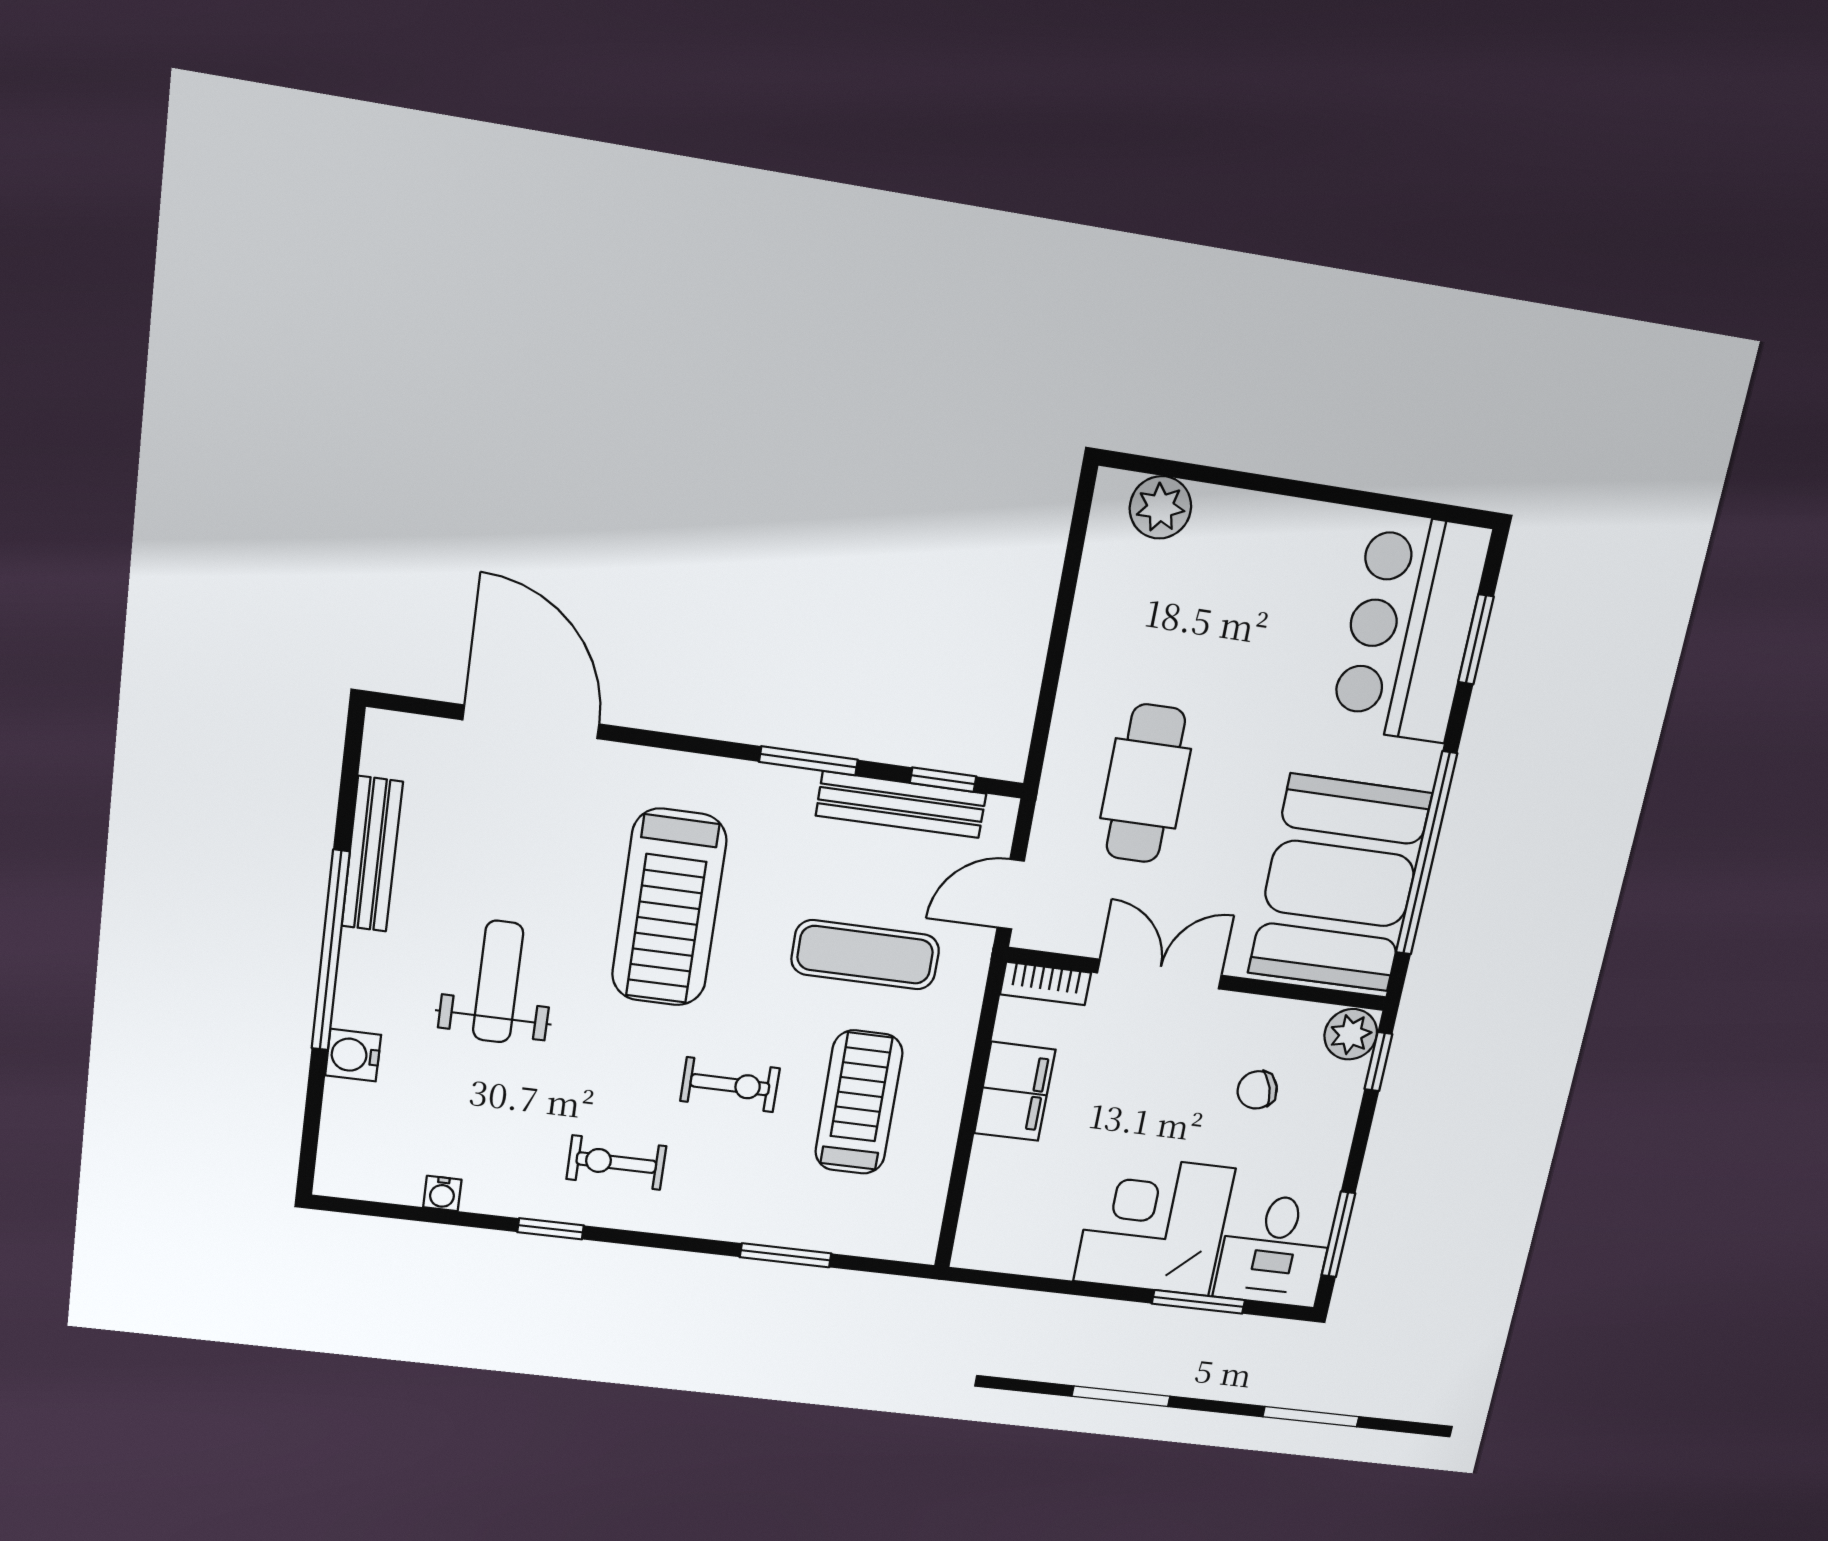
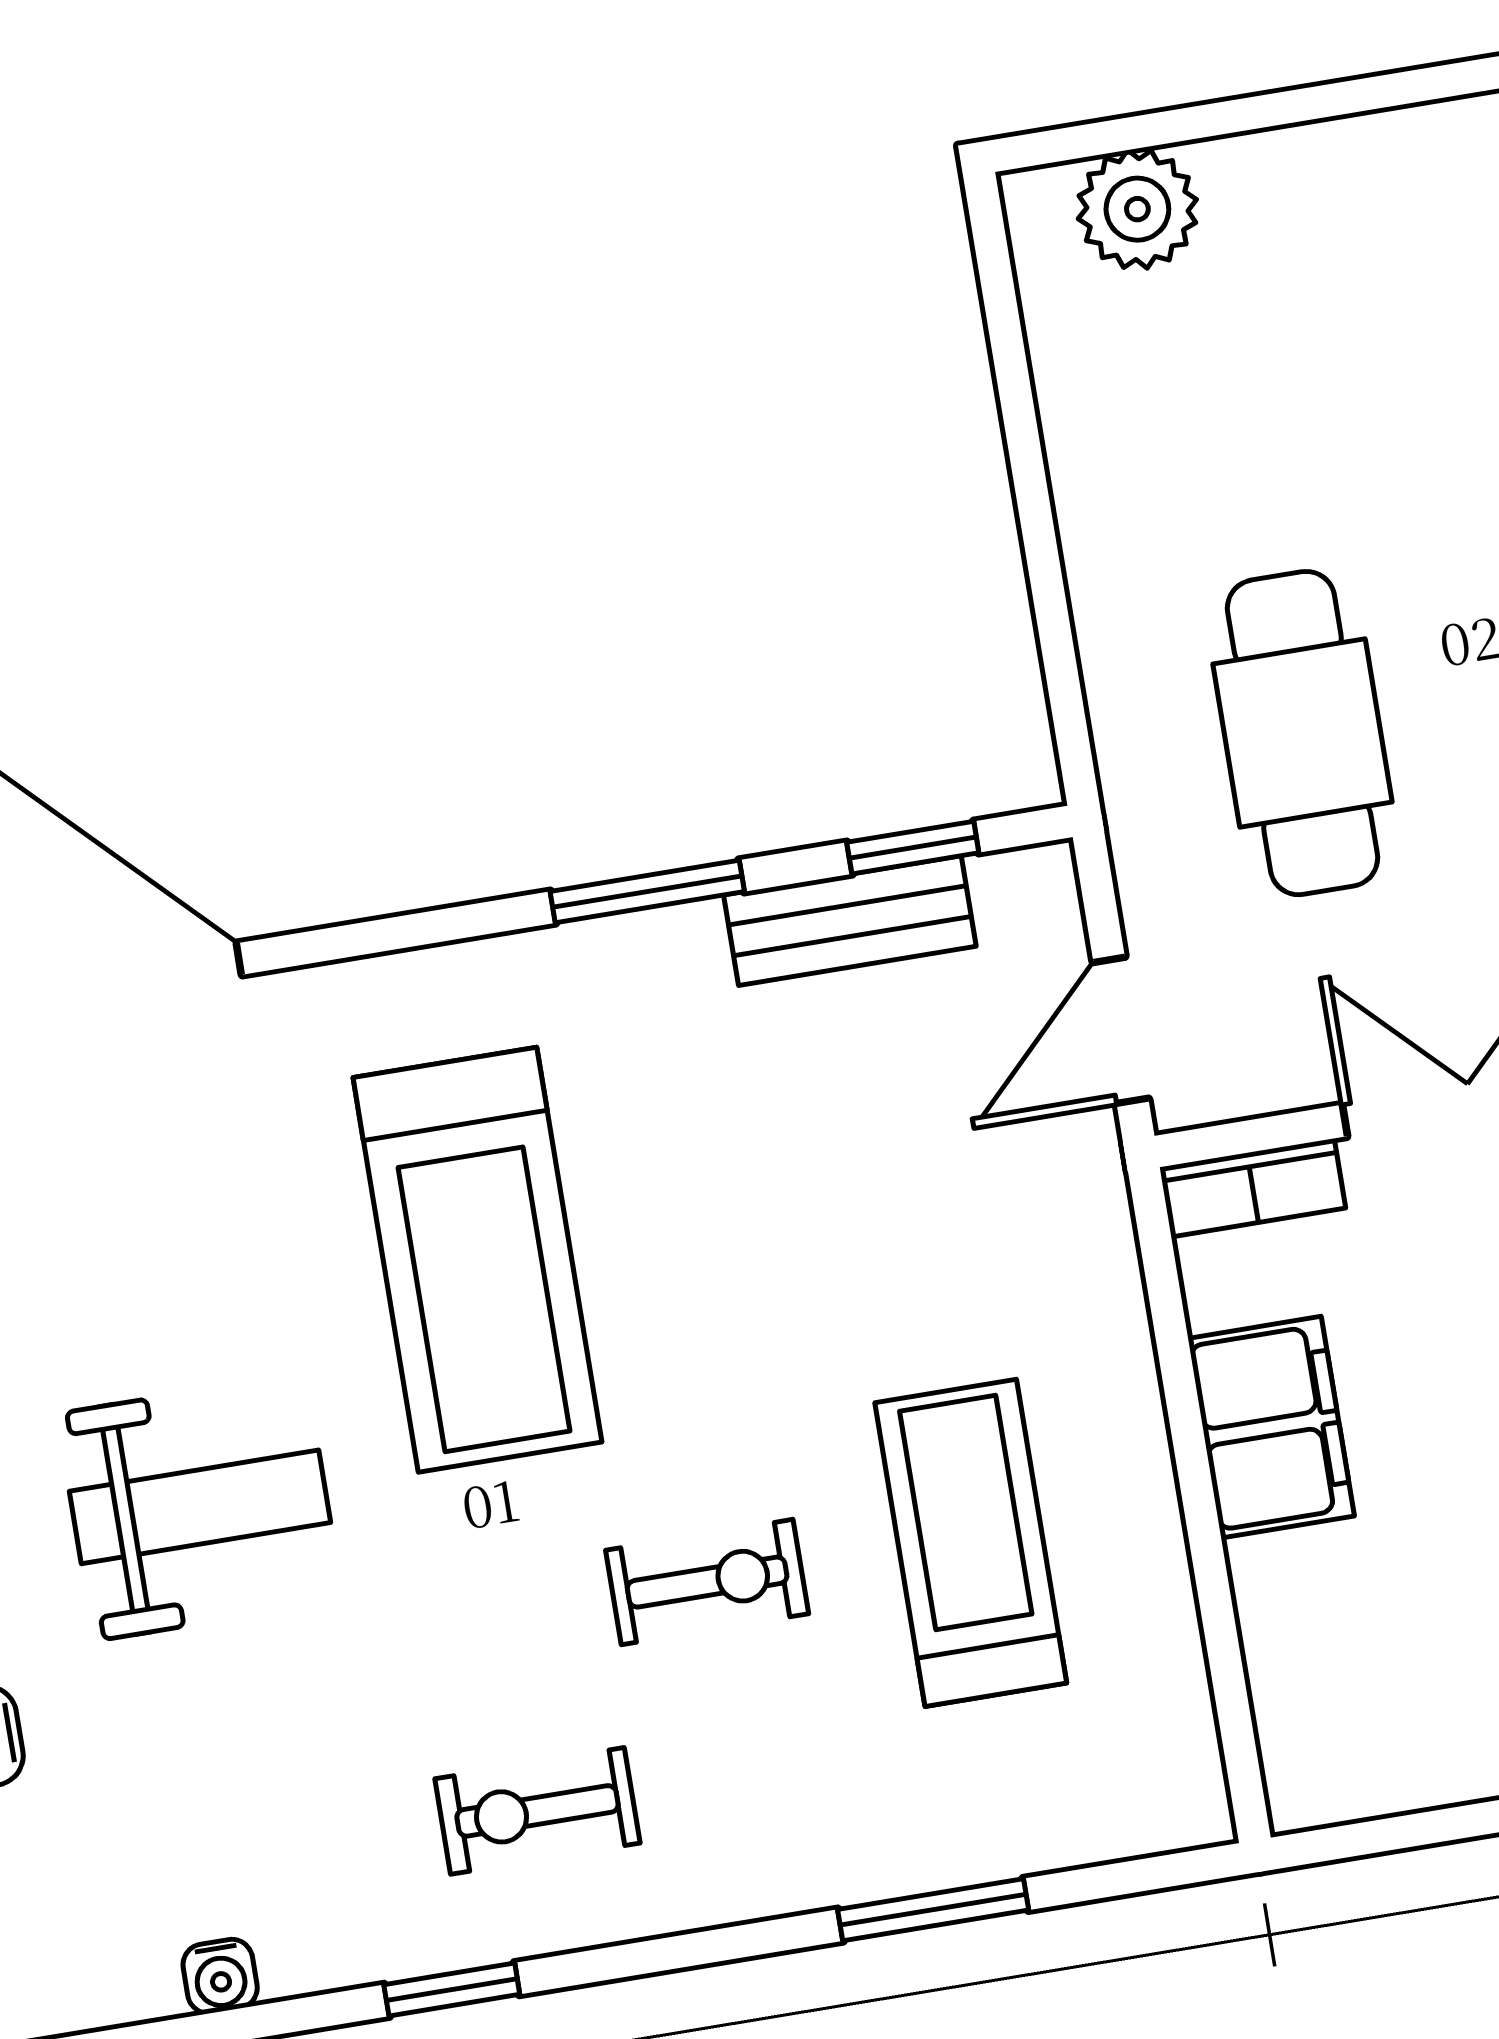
bench: (901, 805) -> (850, 921), width x0.73
exercise mat: (865, 955) -> (882, 1238), removed
weight bench: (498, 982) -> (200, 1507), turned 90

